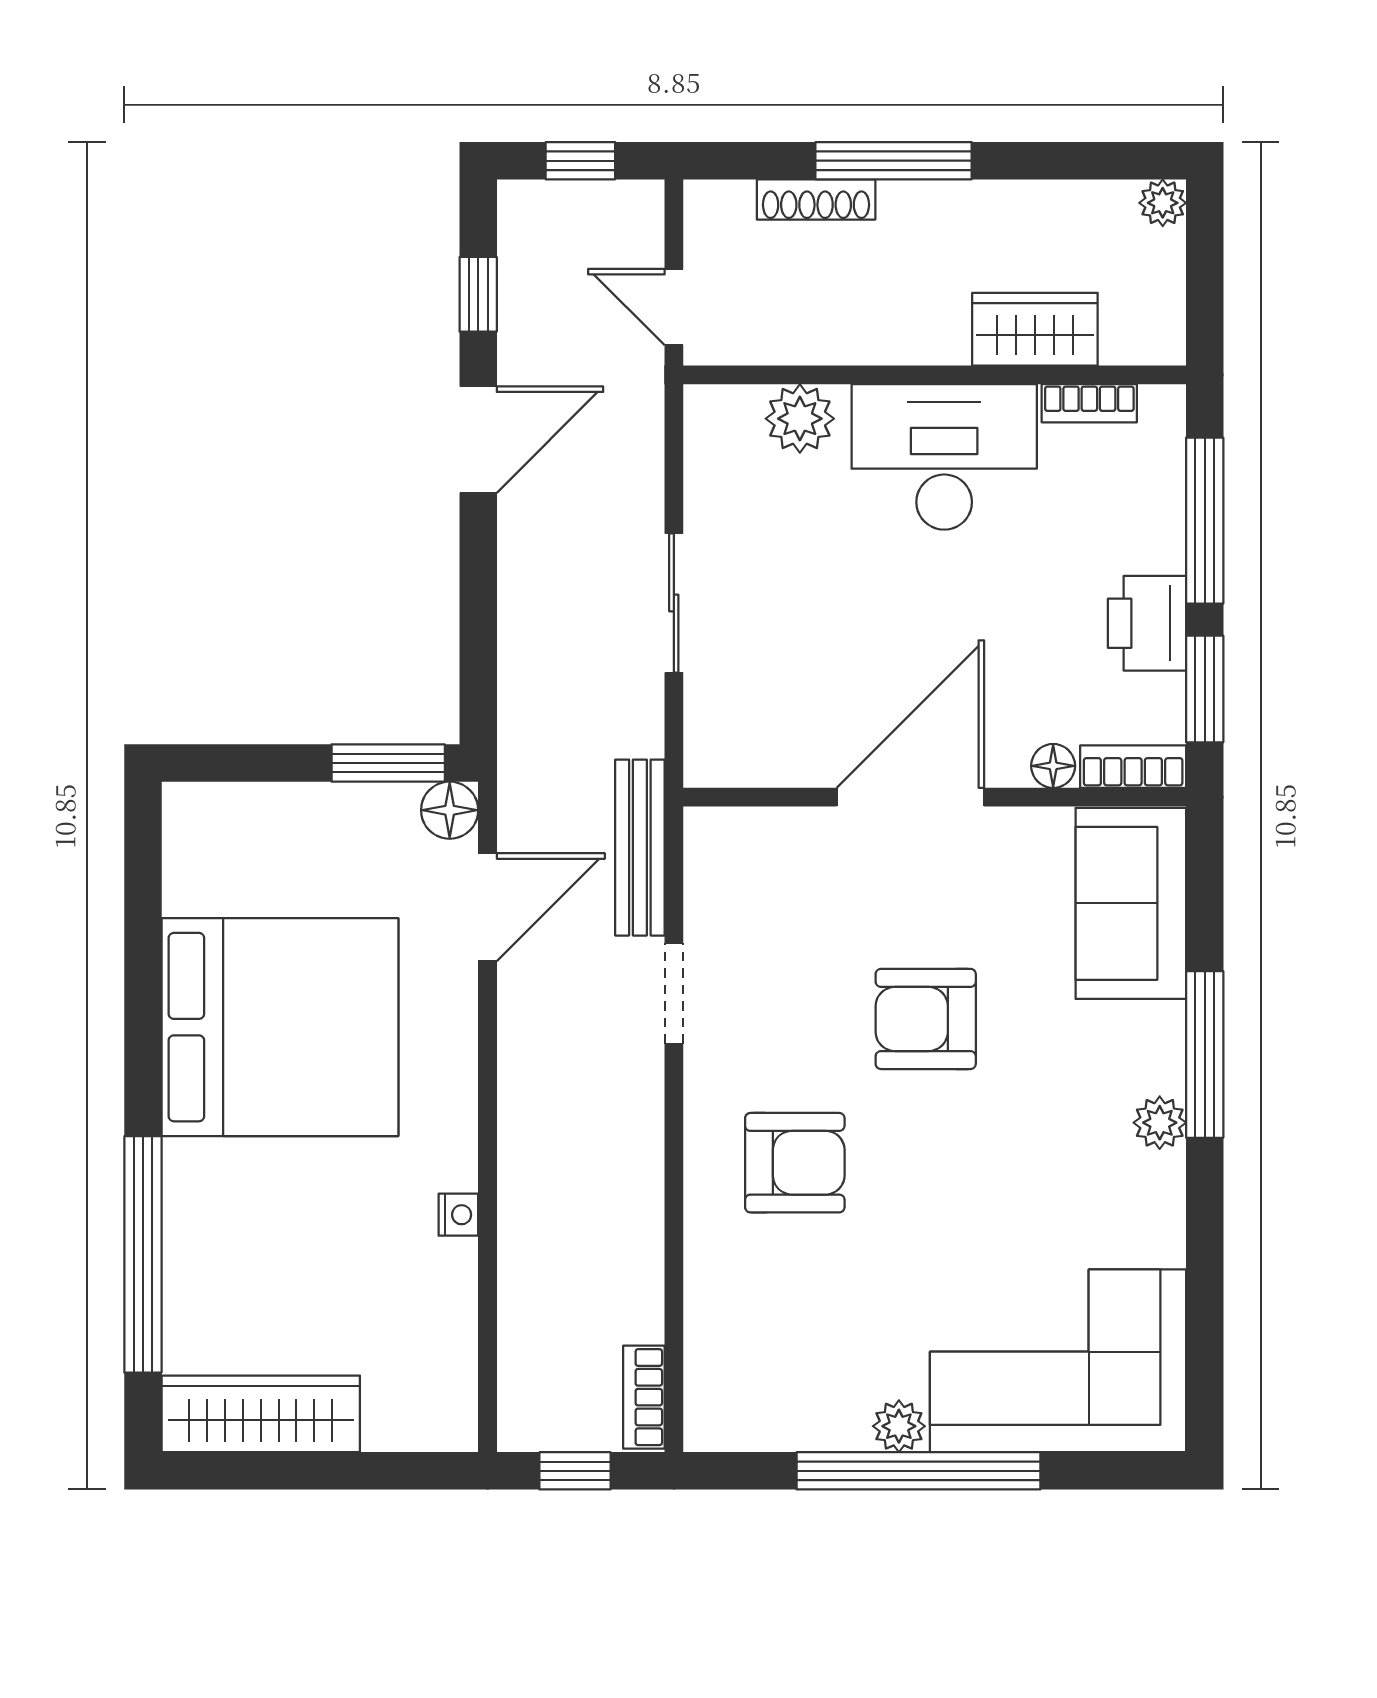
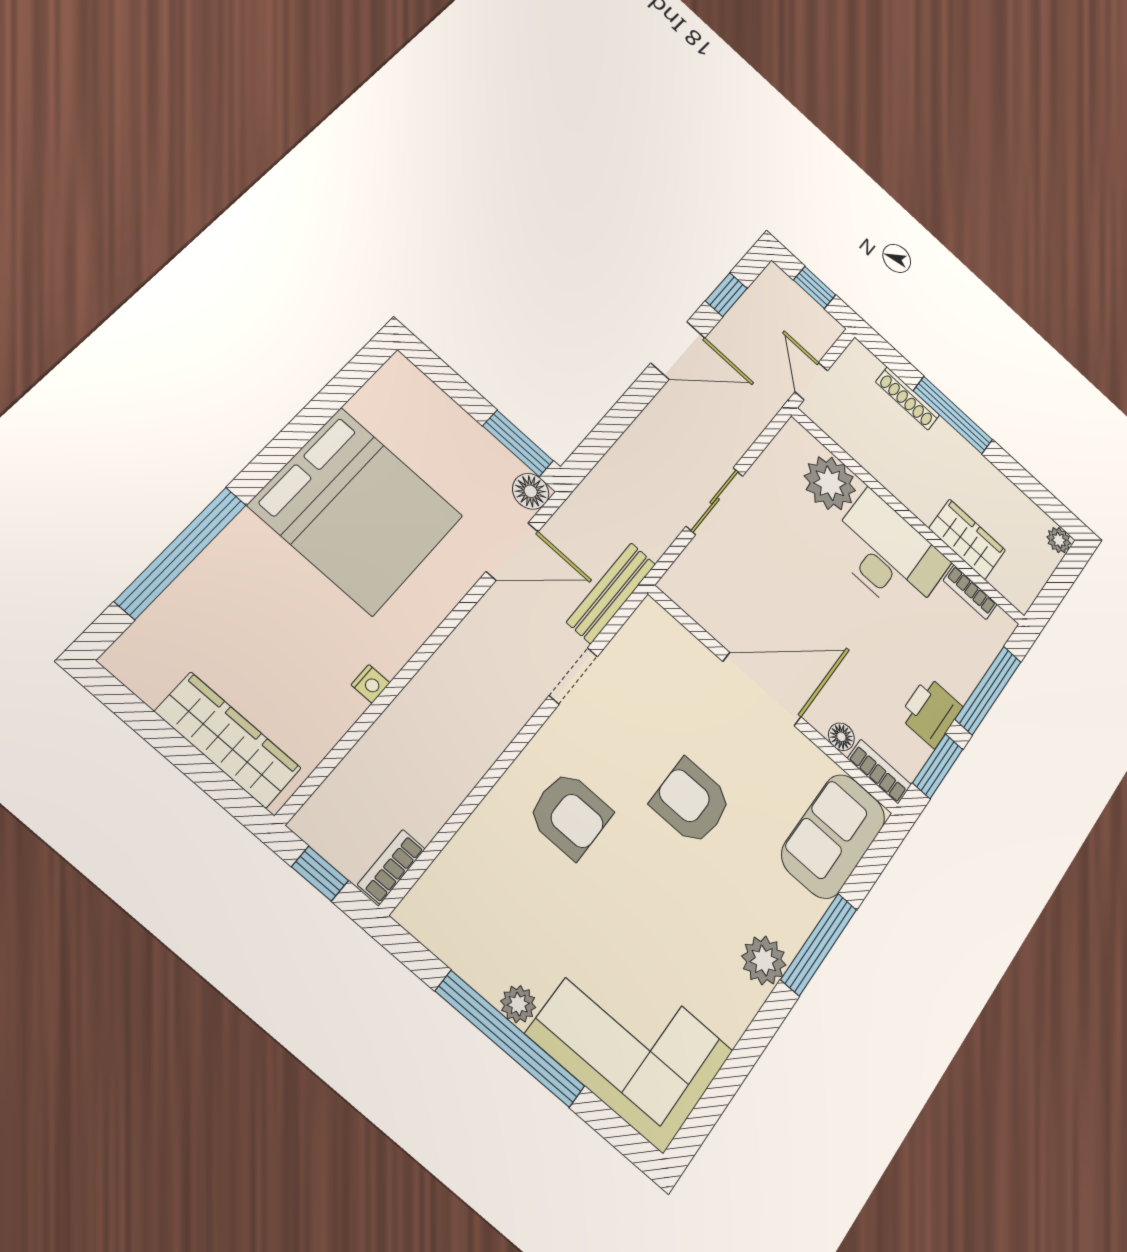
plant: (800, 419) -> (830, 483), width x1.36, depth x1.36
plant: (1160, 1123) -> (764, 960), width x1.38, depth x1.38
wardrobe: (261, 1414) -> (228, 740), moved

